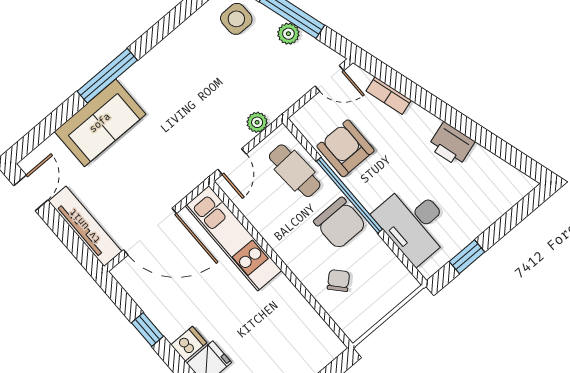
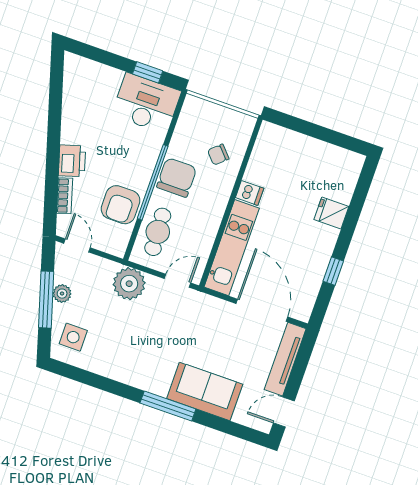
plant: (257, 122) -> (129, 284), width x1.88, depth x1.88
printer: (451, 144) -> (72, 161), moved
desk: (414, 223) -> (146, 103), moved, turned -90
dishwasher: (189, 344) -> (250, 193), moved, turned 180

